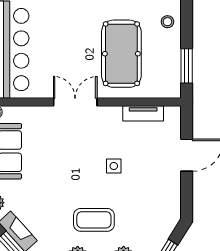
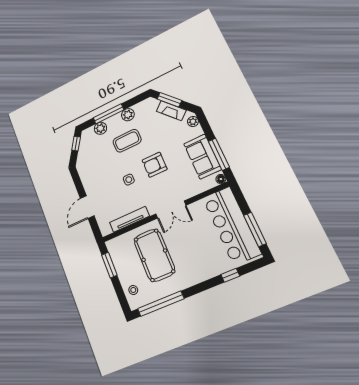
tv unit: (143, 113) -> (129, 219), width x1.41
armchair: (71, 170) -> (155, 165), added

